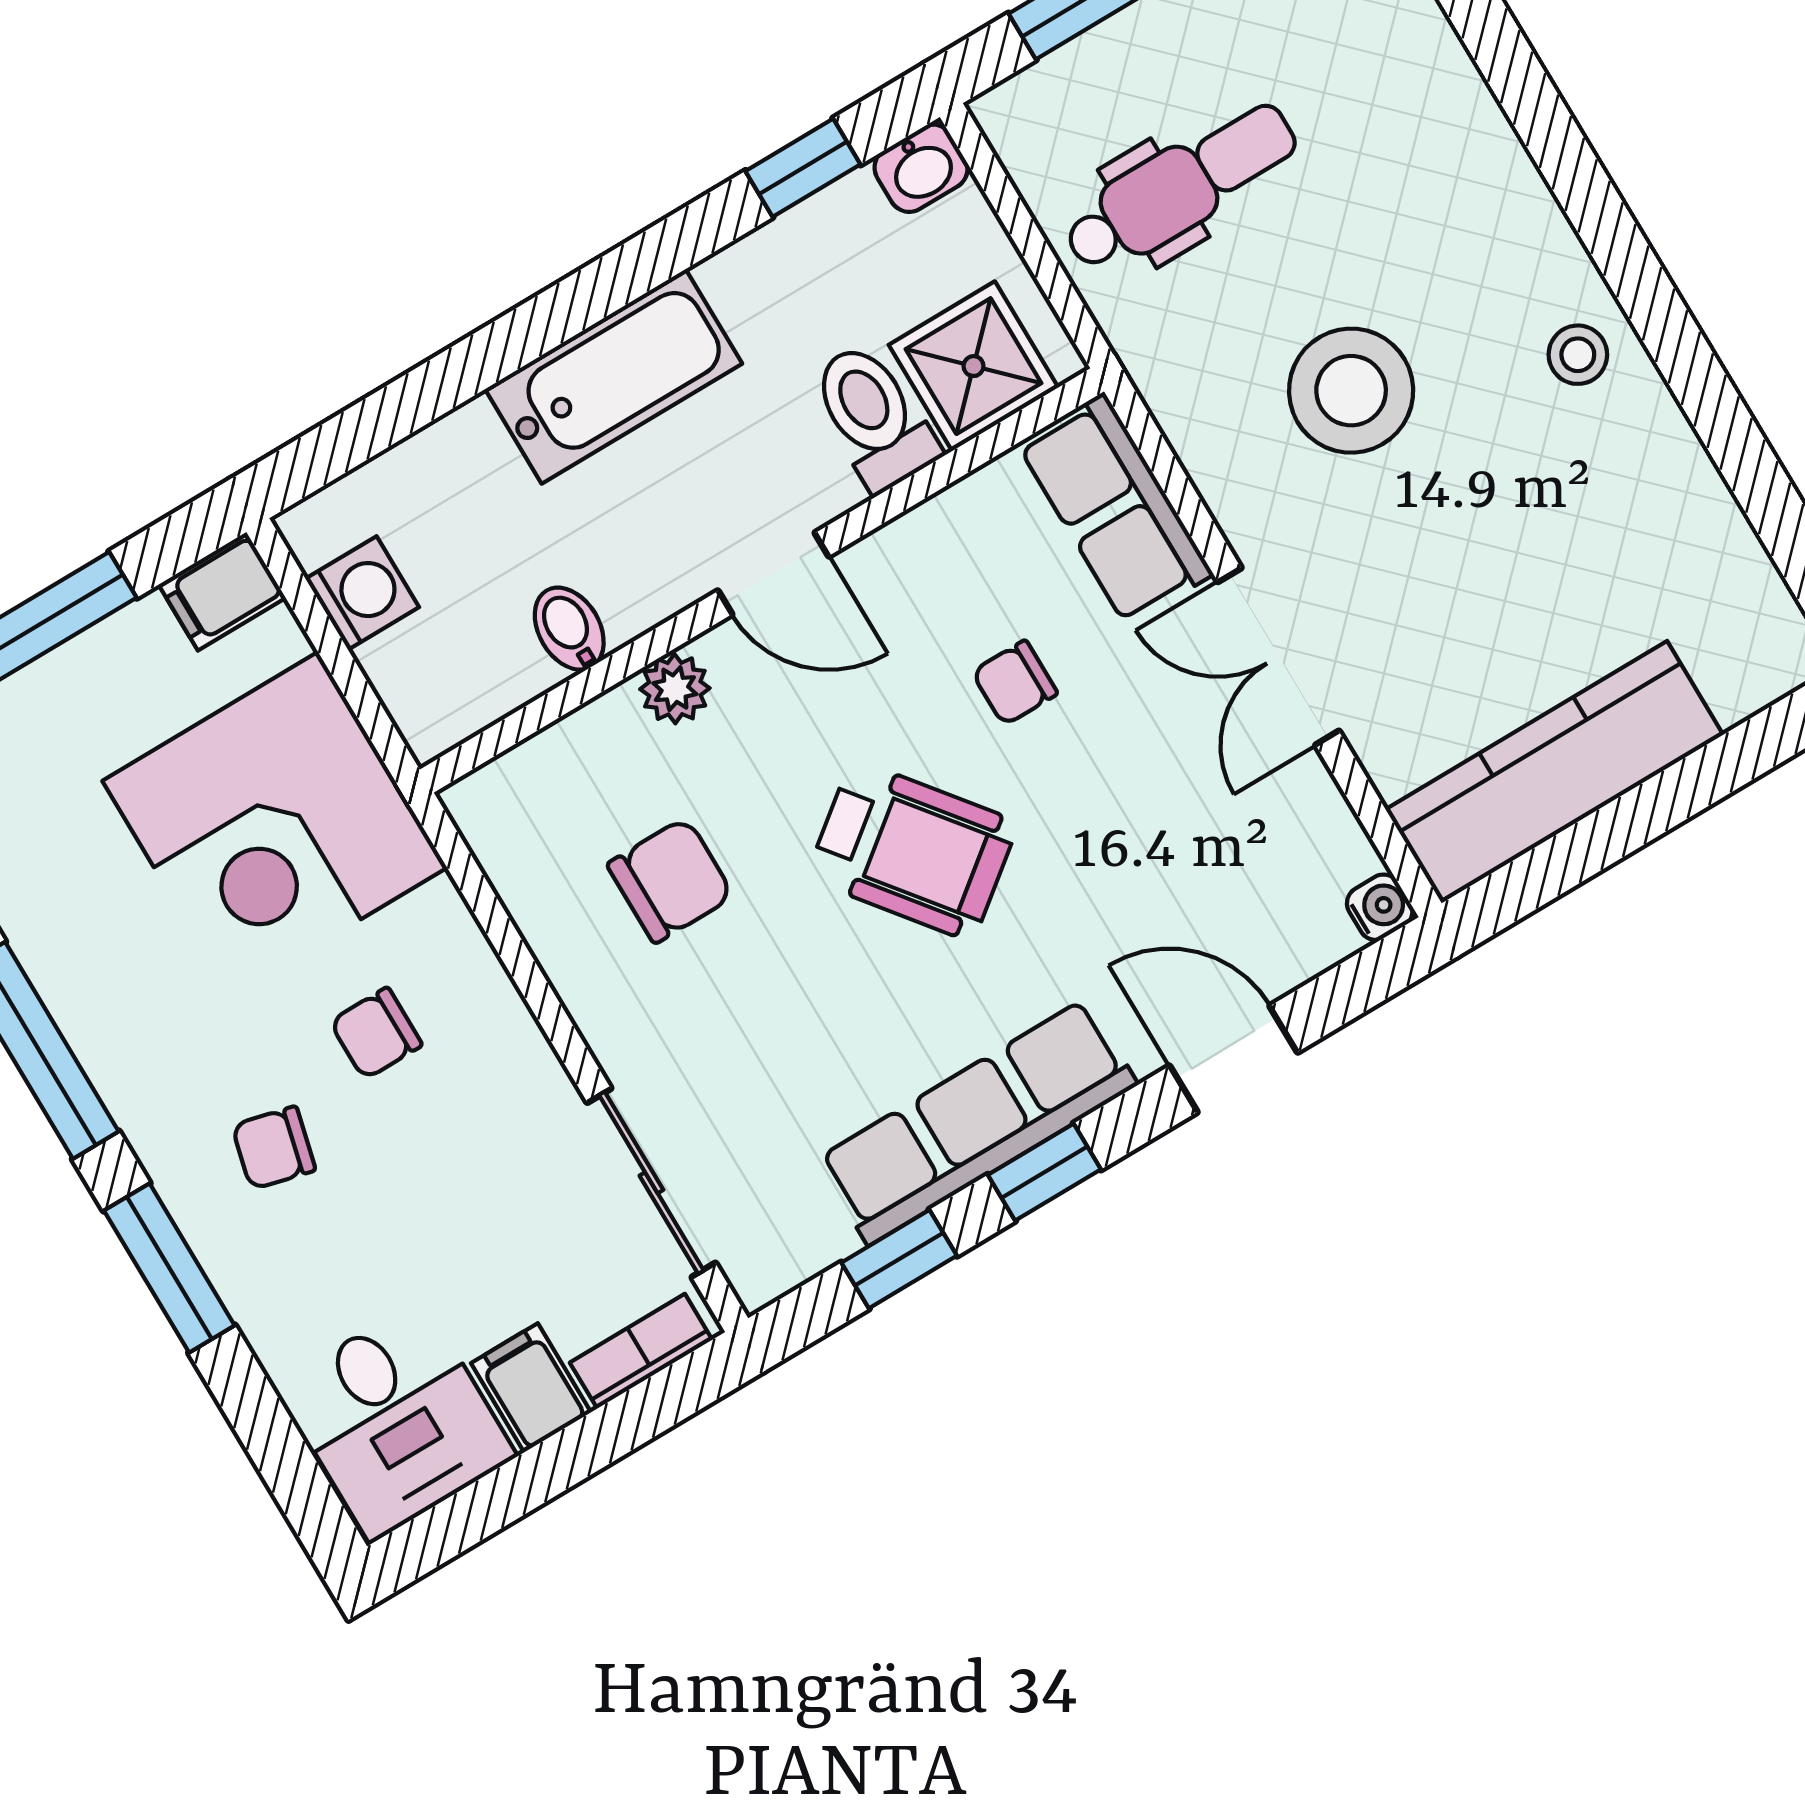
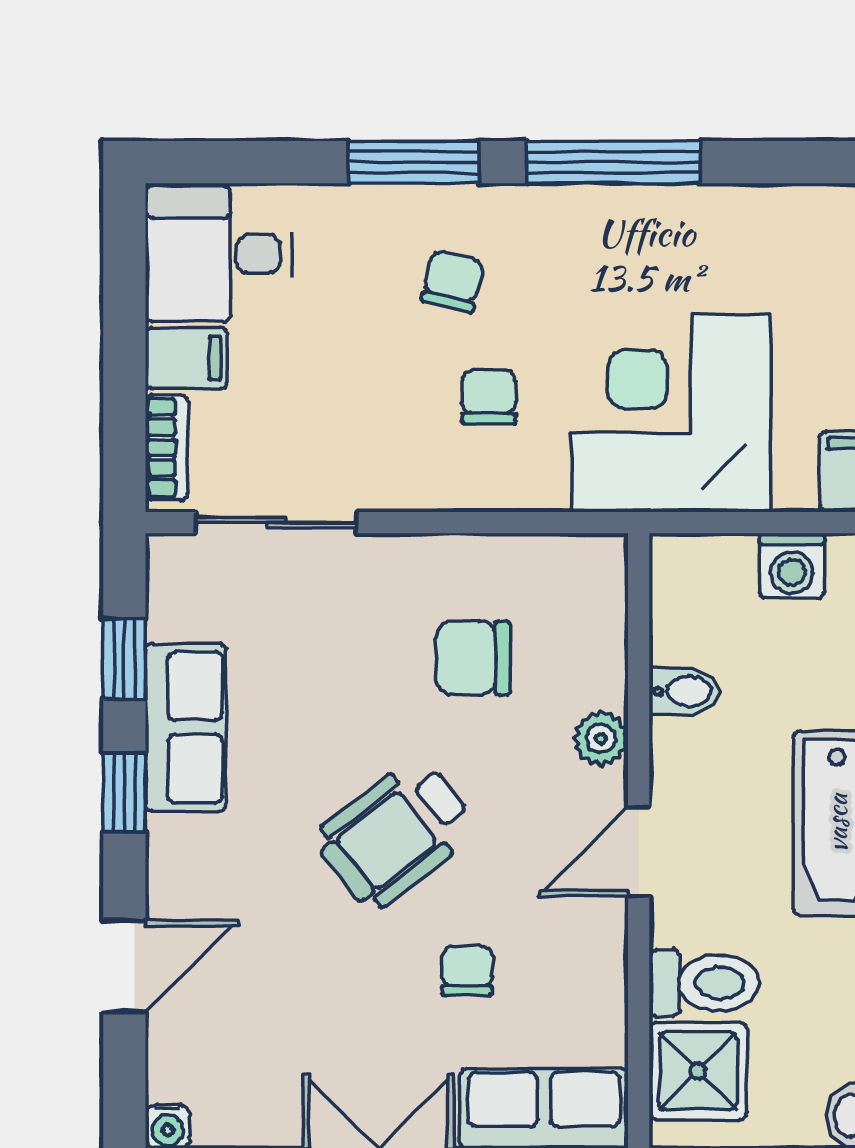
chair: (670, 880) -> (473, 658), turned 90
row of seats: (977, 1122) -> (186, 727), width x0.68

